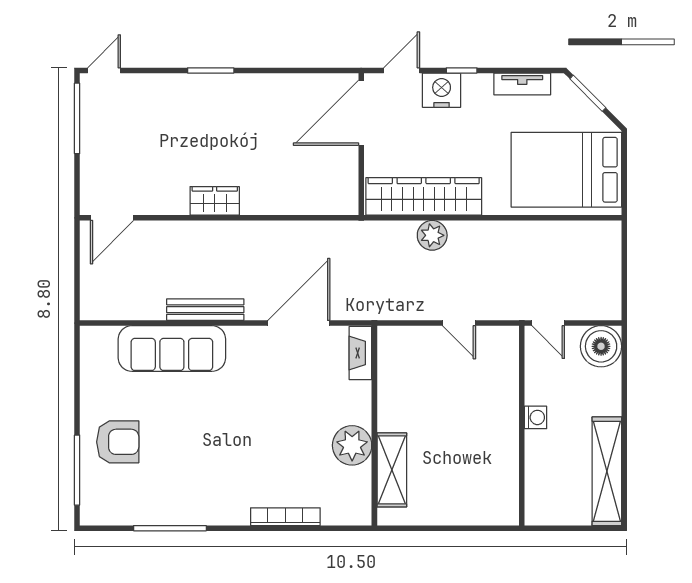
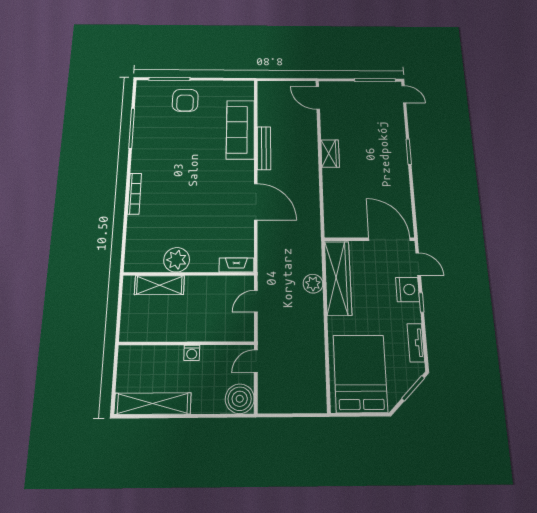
fireplace: (360, 353) -> (236, 265), moved
wall: (374, 426) -> (189, 274), moved
plant: (352, 445) -> (177, 260), moved
shelving: (392, 470) -> (159, 285), moved

